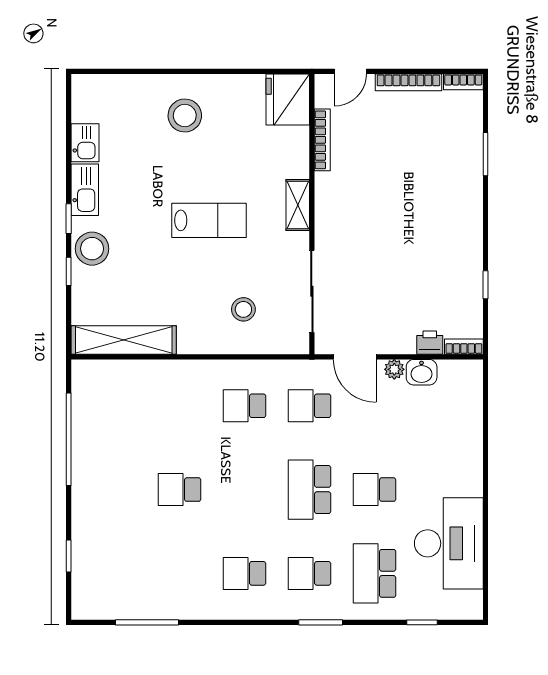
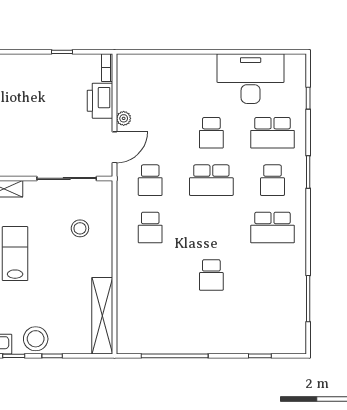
printer: (430, 343) -> (100, 101), width x1.87, depth x1.48
washbasin: (422, 372) -> (126, 98), removed
school desk: (245, 573) -> (272, 228), width x1.85

